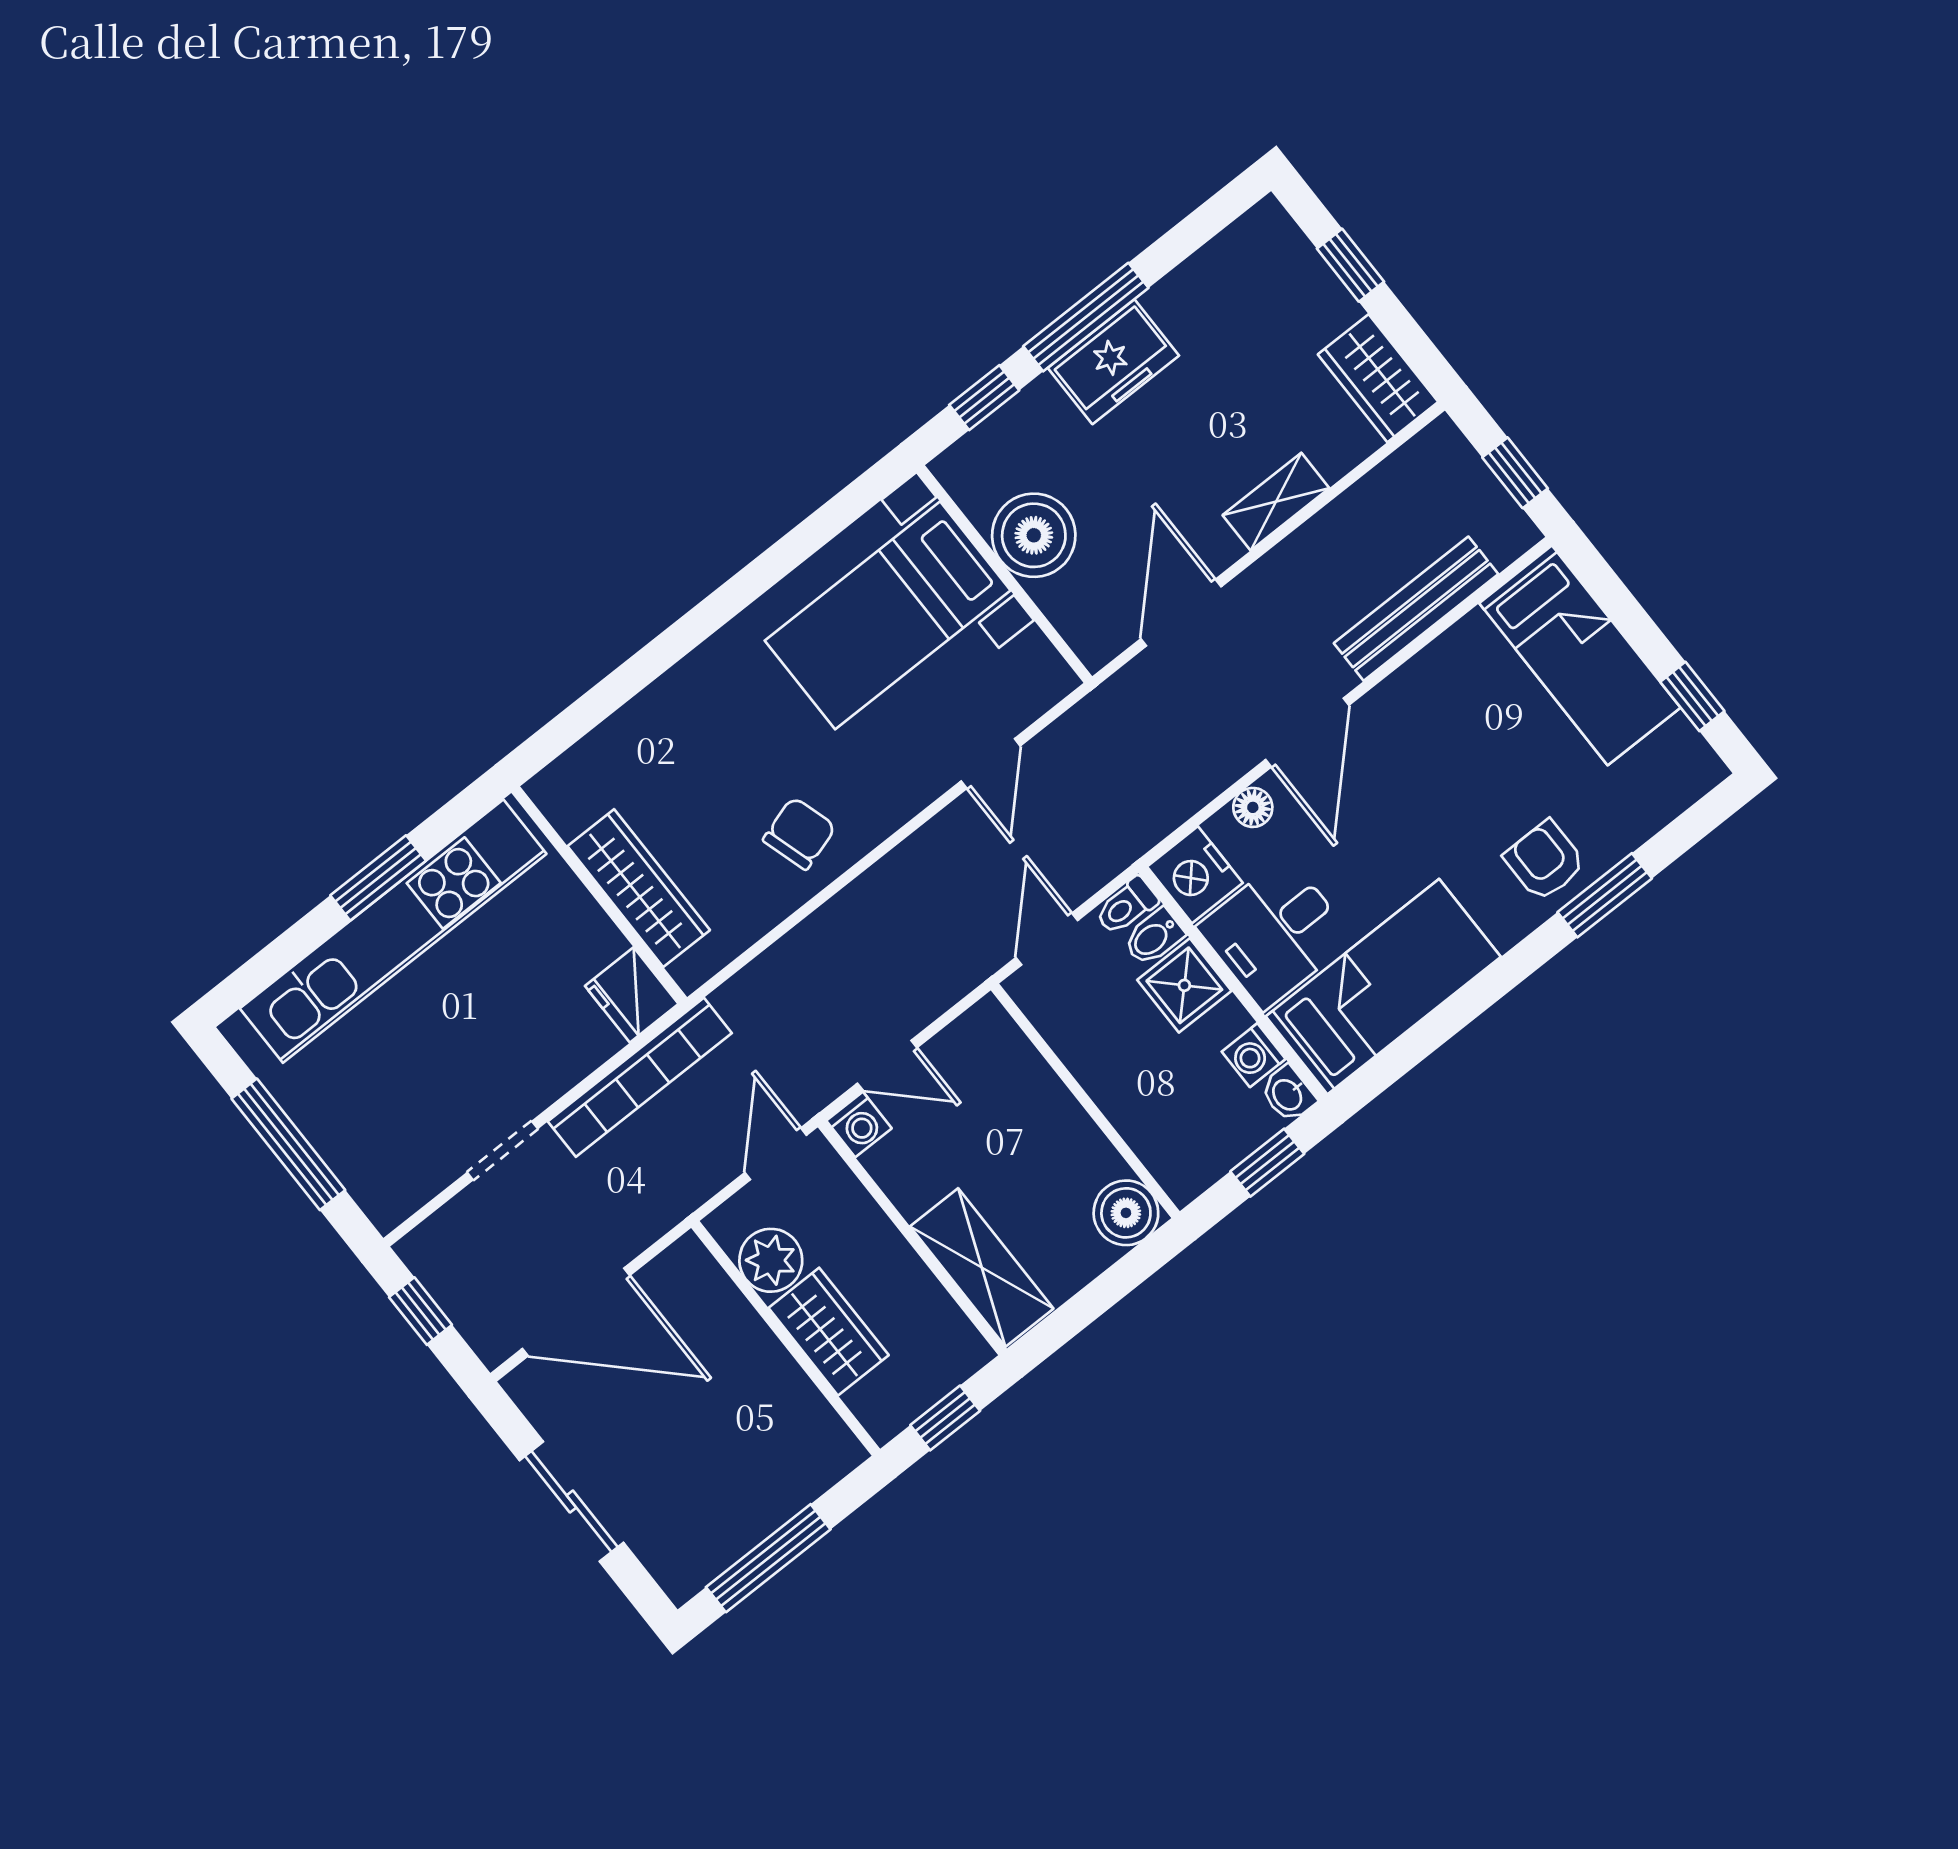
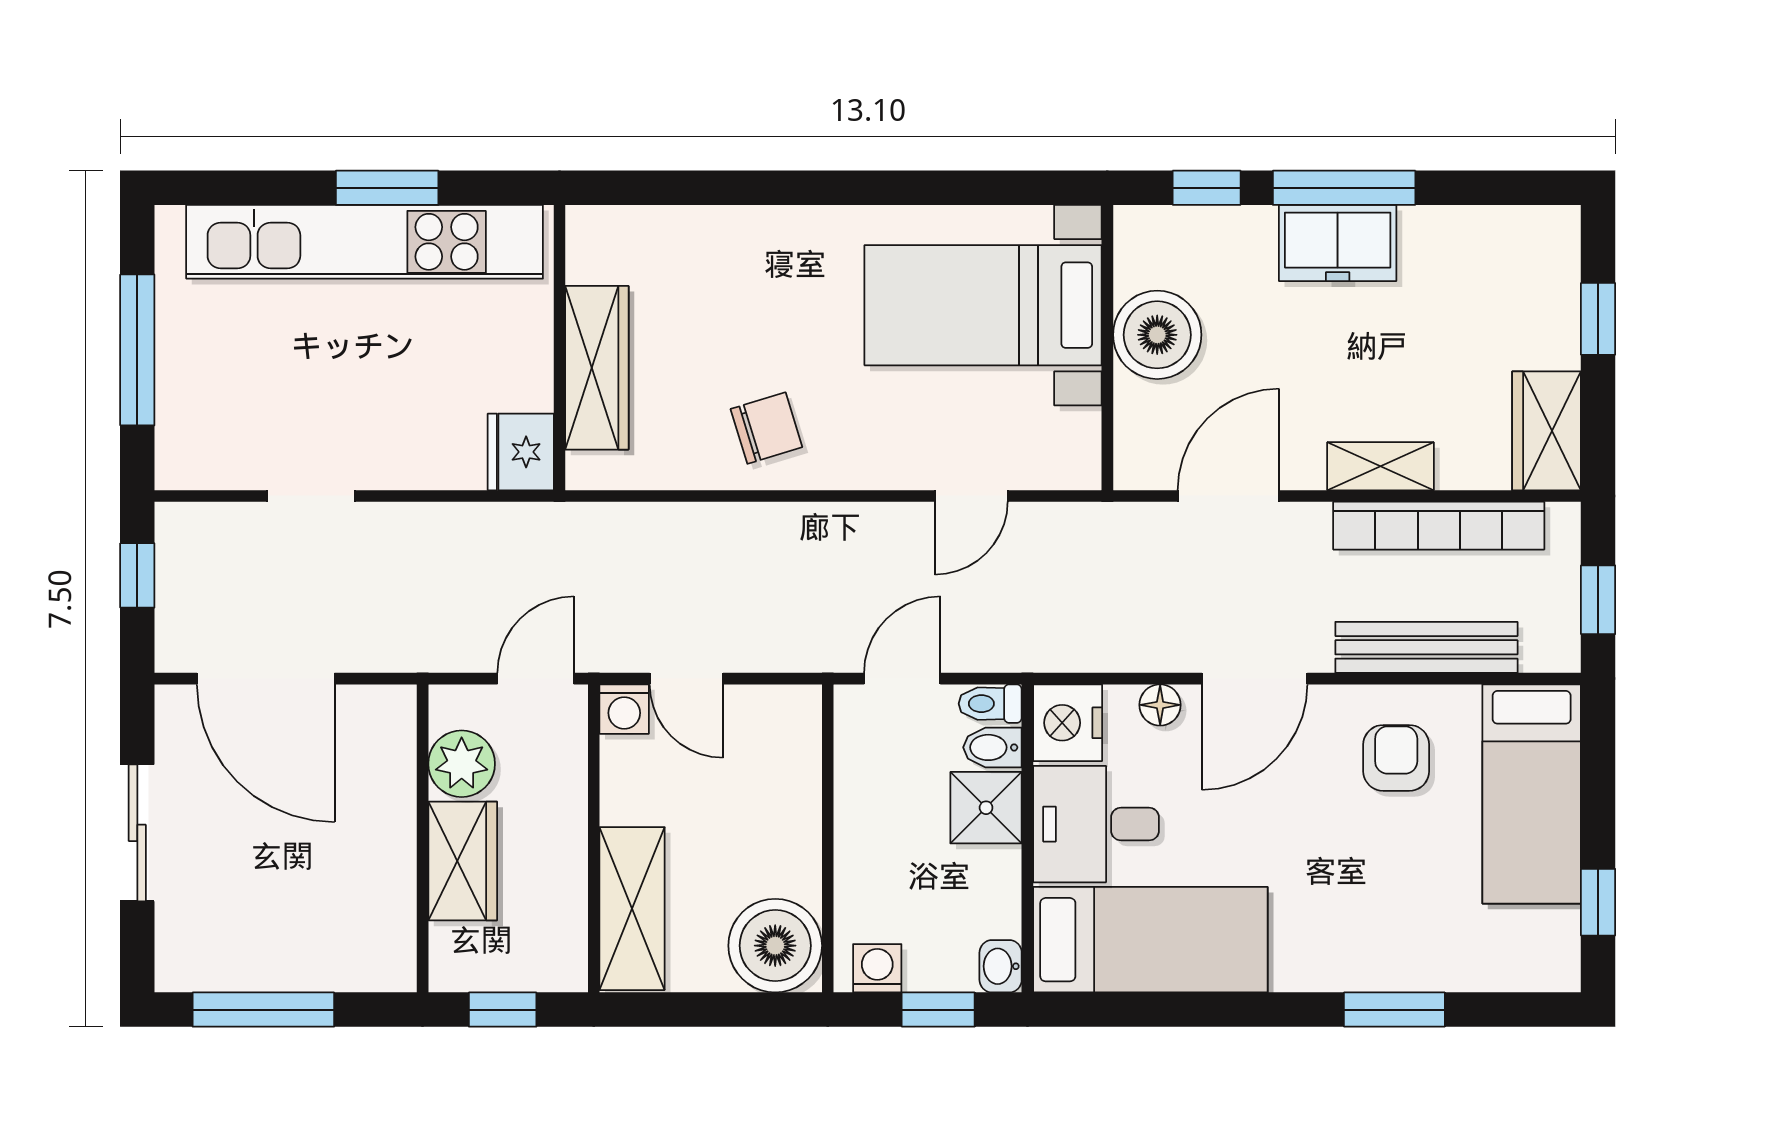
armchair: (1545, 861) -> (1396, 758), moved
washing machine: (1254, 1055) -> (877, 968), moved, turned 90
bookcase: (640, 1077) -> (1439, 526), moved
boiler: (1126, 1213) -> (775, 946), width x1.37, depth x1.37

